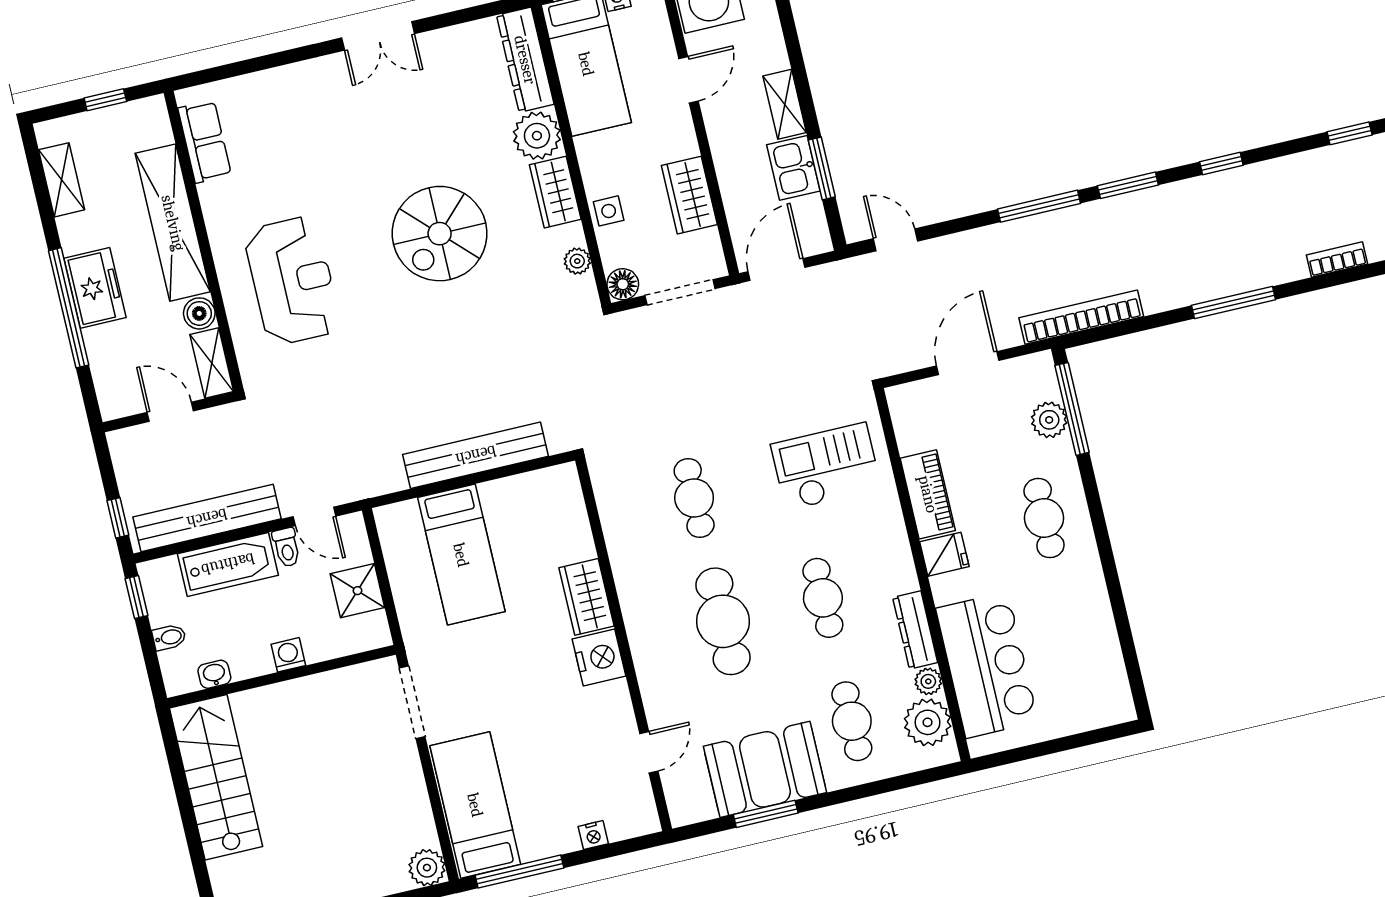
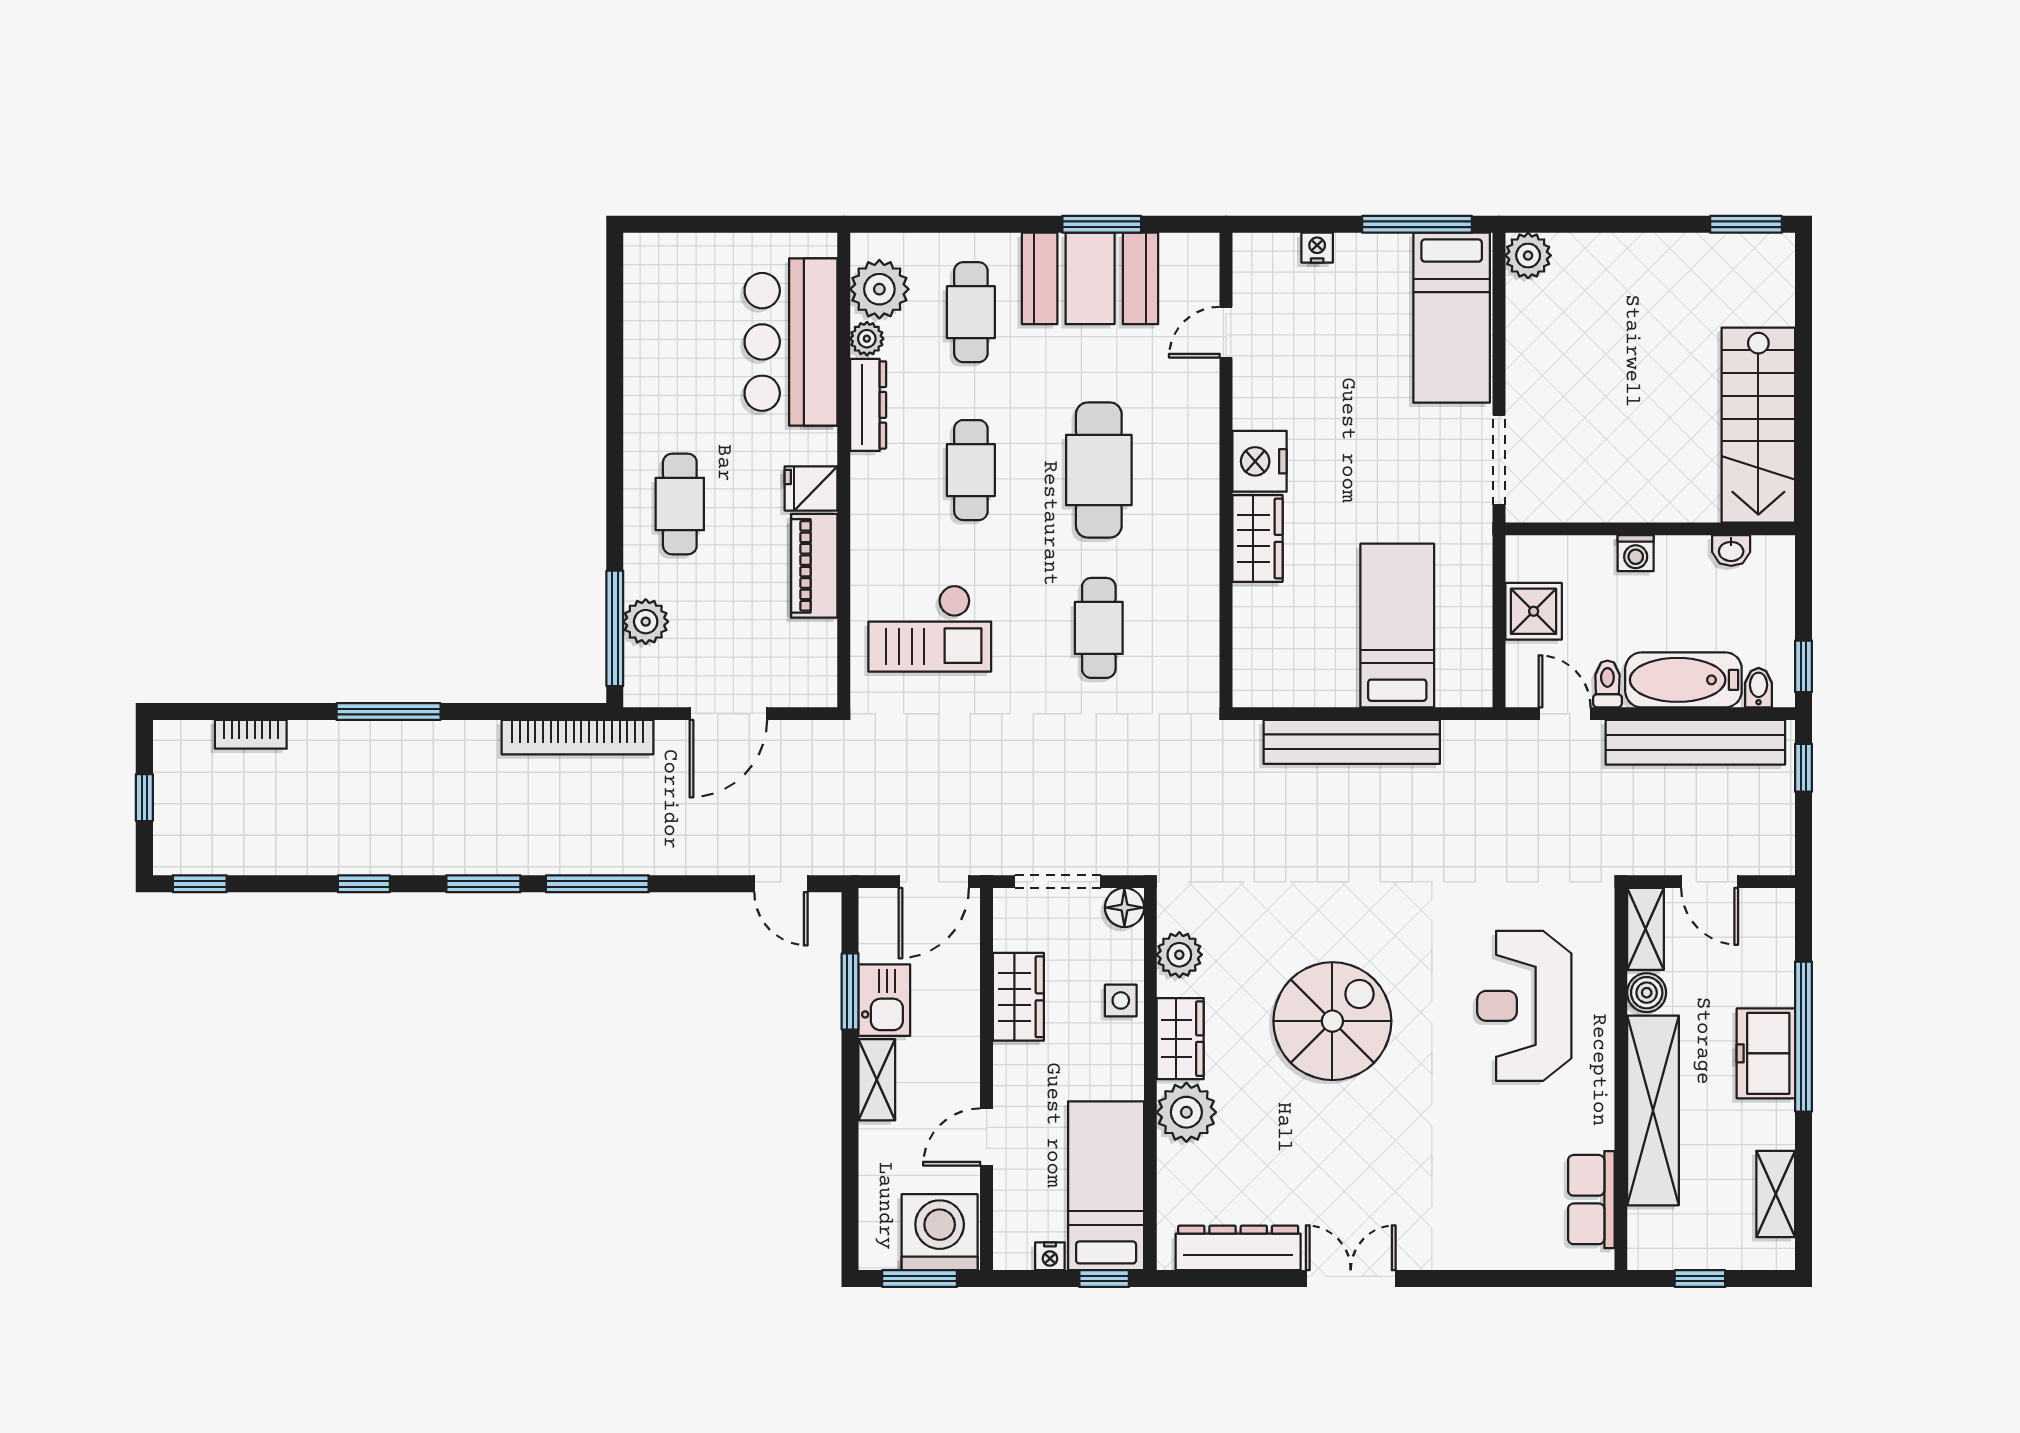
dresser: (525, 60) -> (1238, 1248), moved, turned -90
plant: (577, 261) -> (1179, 955), width x1.38, depth x1.38
bidet: (169, 637) -> (1759, 688), moved, turned 90

